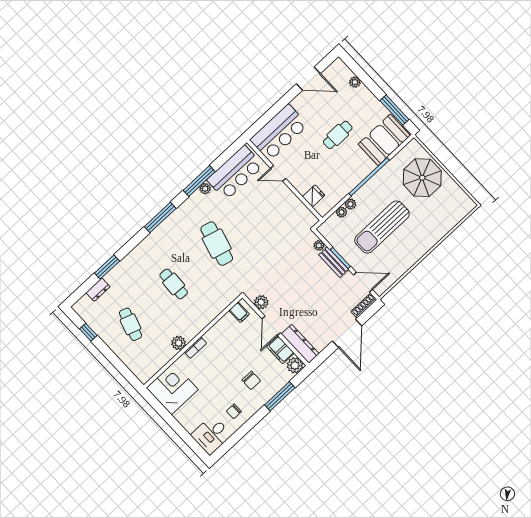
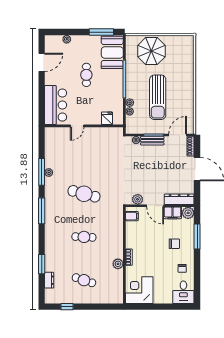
bar counter: (235, 173) -> (55, 148), removed

